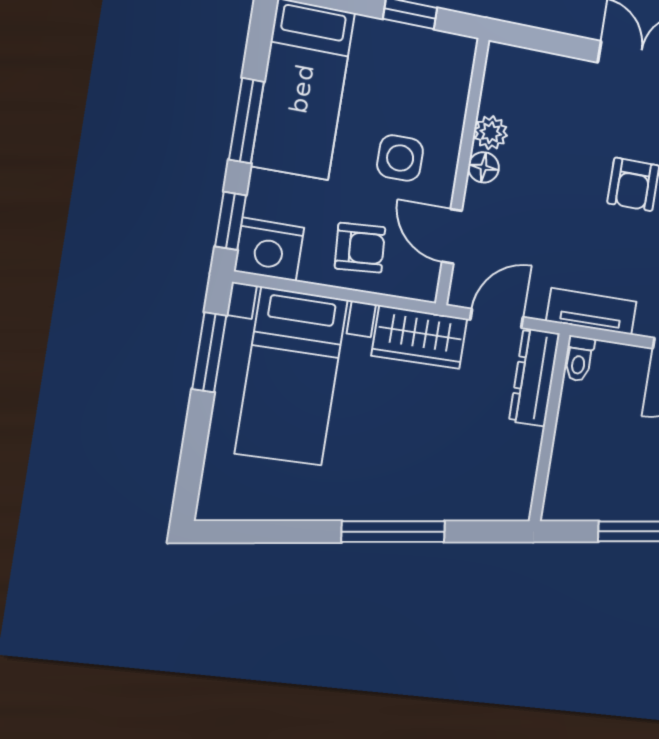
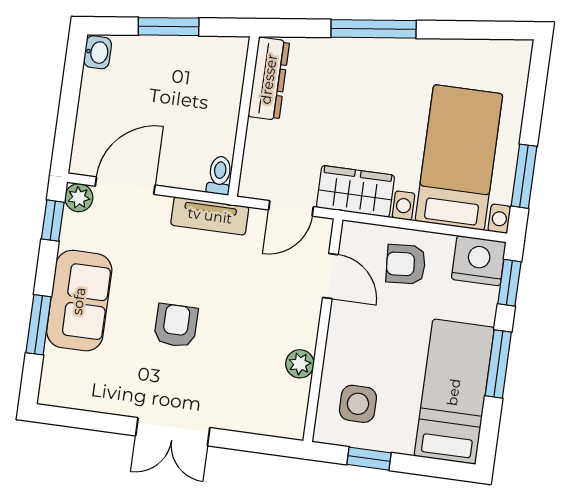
side table: (400, 158) -> (358, 404), moved
floor lamp: (484, 167) -> (305, 335), removed
dresser: (534, 377) -> (269, 79), moved

